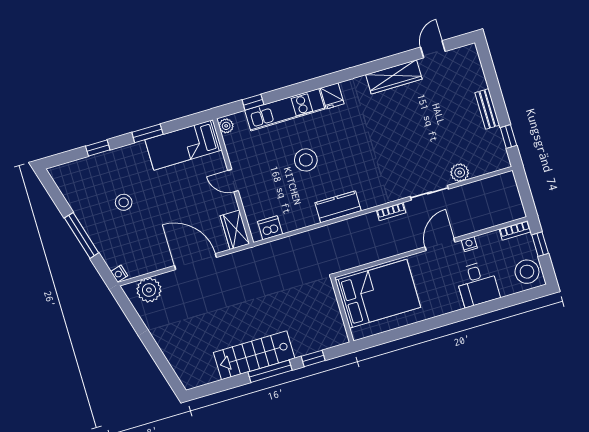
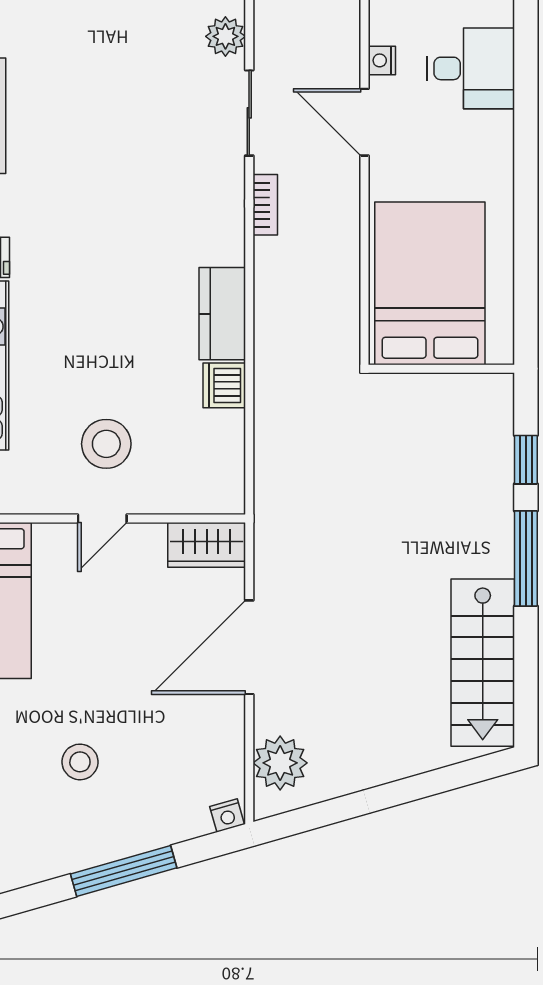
stool: (306, 160) -> (106, 444), moved
dishwasher: (270, 228) -> (224, 385), moved
stairs: (254, 355) -> (483, 663), moved

